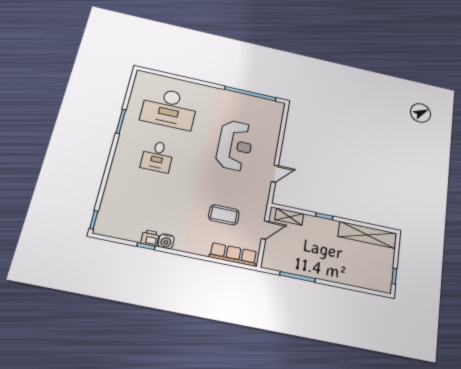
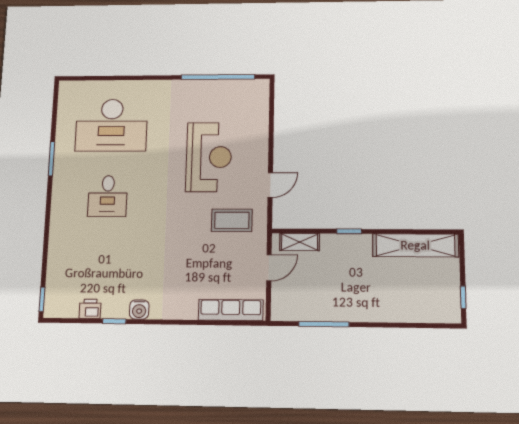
coffee table: (224, 215) -> (232, 220), moved
printer: (150, 238) -> (90, 309), moved

